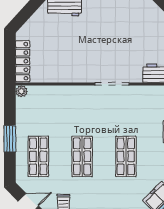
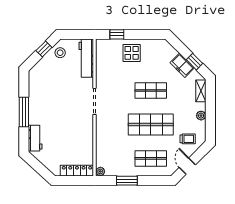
window: (10, 139) -> (127, 181), moved
shop shelf: (82, 156) -> (151, 124), width x1.43, depth x1.36

